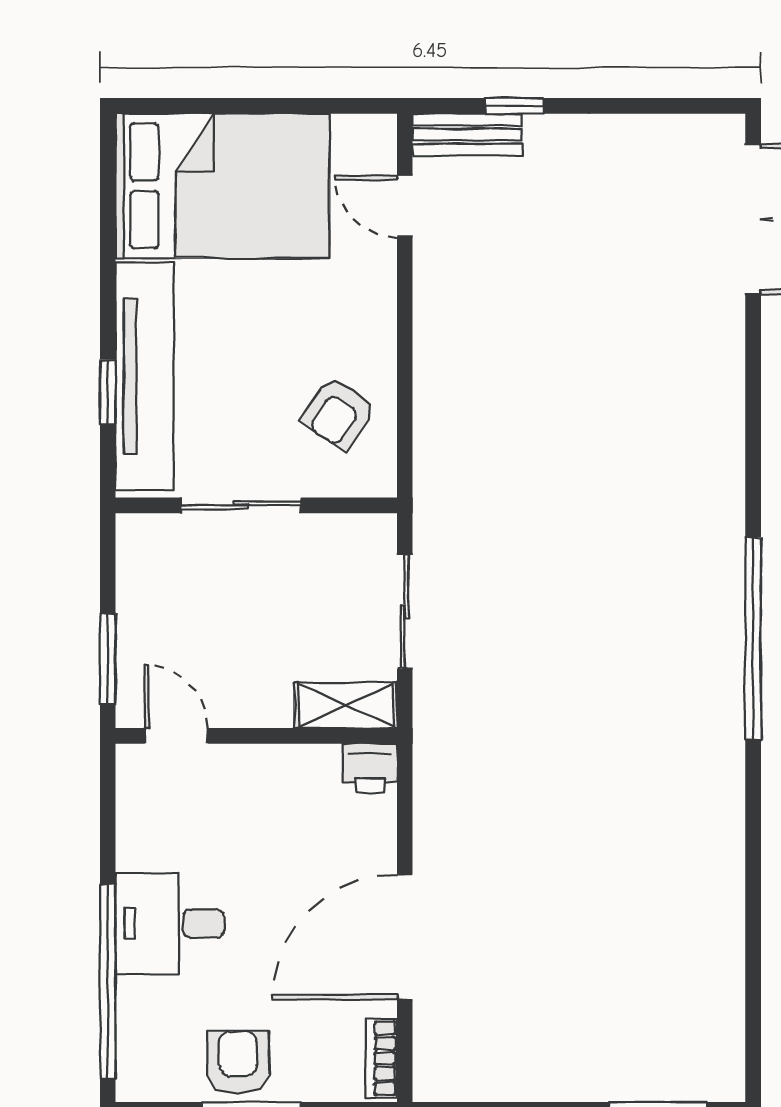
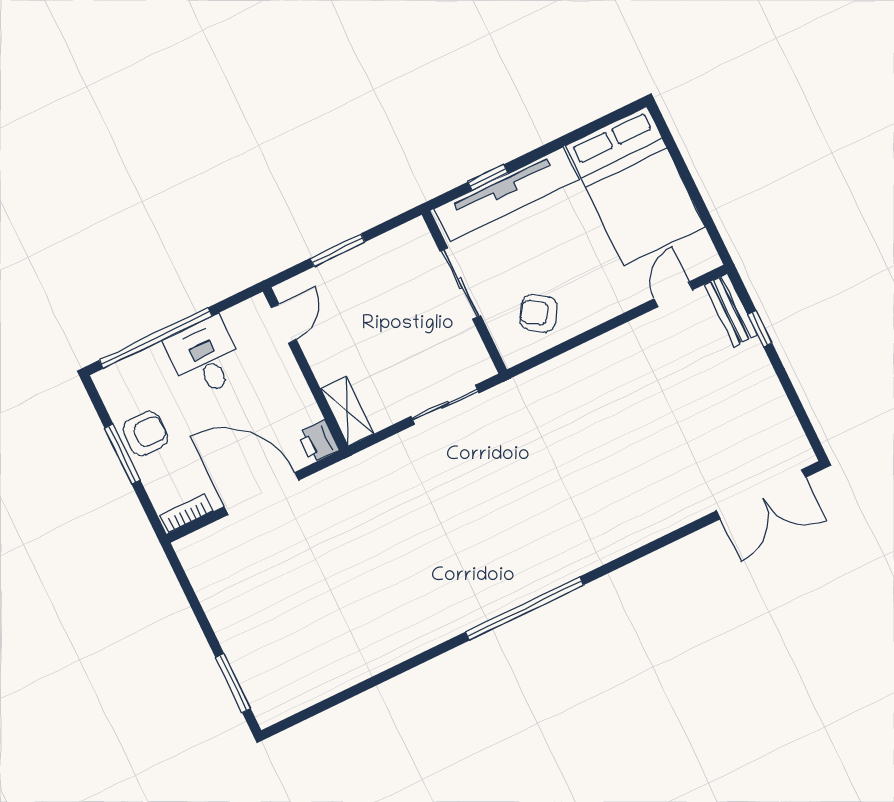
shelving: (346, 705) -> (347, 411), moved
door: (176, 736) -> (284, 324), moved
wall: (256, 736) -> (306, 369), moved
printer: (370, 768) -> (318, 442), moved

